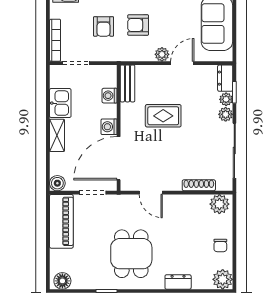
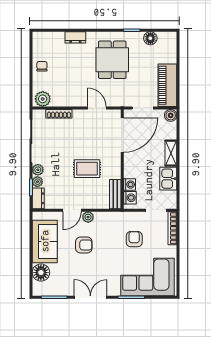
armchair: (138, 25) -> (84, 245), moved
washing machine: (109, 127) -> (130, 198), moved
plant: (223, 279) -> (40, 40), removed
floor lamp: (62, 281) -> (150, 38), moved

